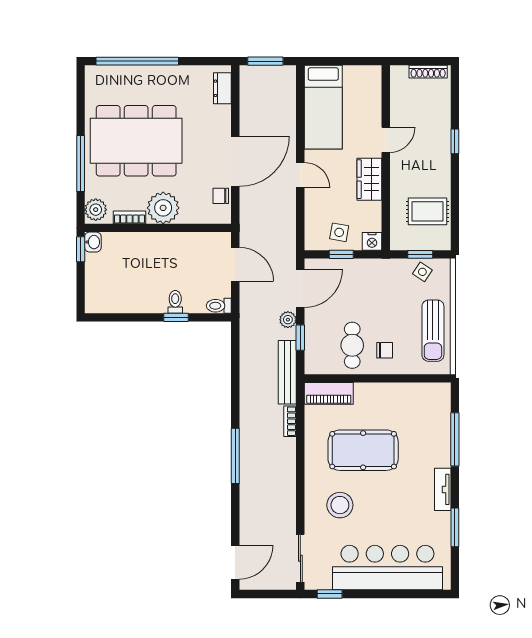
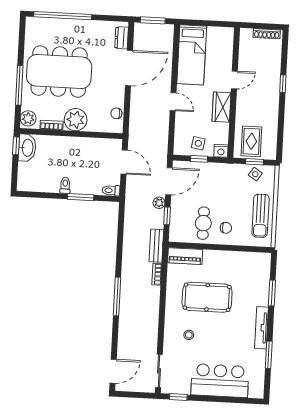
door: (235, 161) -> (129, 68), moved
rug: (428, 211) -> (251, 141), moved, turned 90
washbasin: (93, 242) -> (27, 148), width x1.91, depth x1.45
toilet: (175, 302) -> (65, 185), moved
window: (176, 317) -> (81, 197), width x1.50
bench: (287, 372) -> (156, 246), width x0.73
window: (455, 439) -> (272, 293), width x0.69
tv unit: (443, 489) -> (262, 328), width x1.41
stool: (340, 505) -> (189, 335), width x0.53, depth x0.53
bar counter: (387, 568) -> (220, 381), width x0.73

